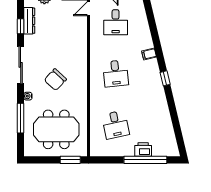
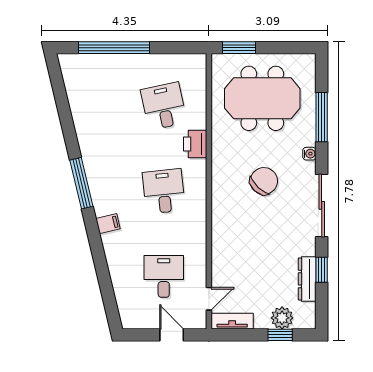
window: (165, 78) -> (81, 183), width x2.17
printer: (143, 149) -> (195, 144), moved, turned 90

